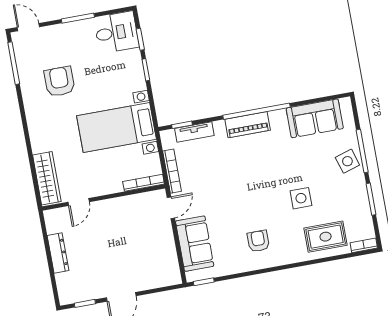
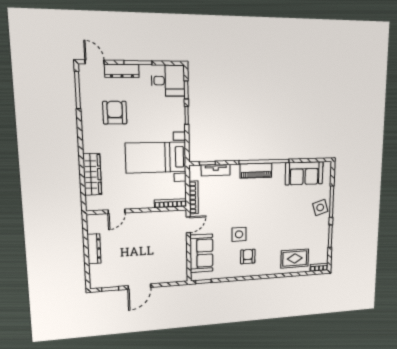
dresser: (61, 31) -> (122, 71), added
wardrobe: (47, 178) -> (92, 174), moved
side table: (301, 198) -> (239, 234), moved

